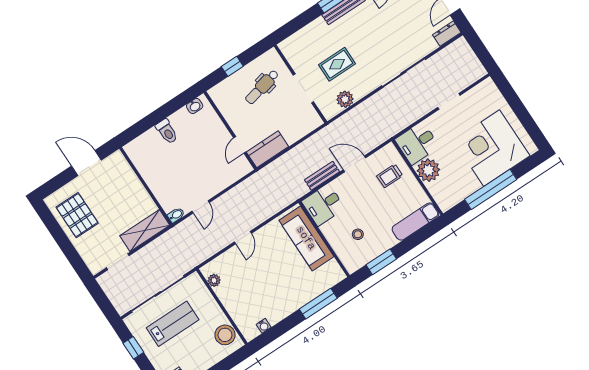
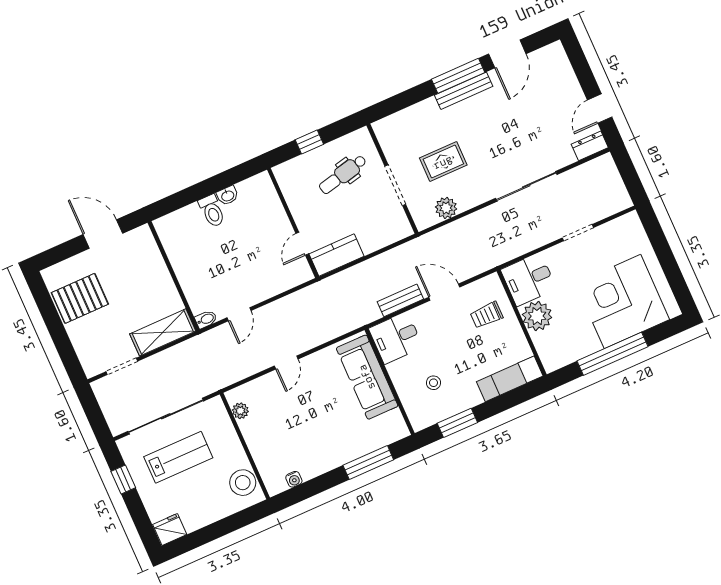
washbasin: (195, 106) -> (228, 196), moved
pallet: (77, 215) -> (80, 298), turned 90

